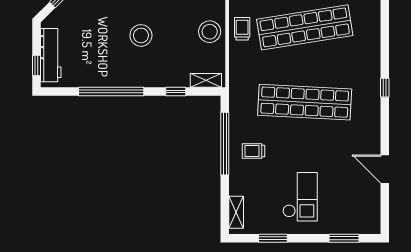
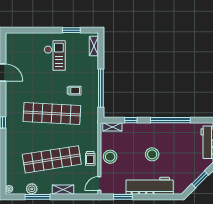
trolley: (254, 151) -> (74, 91), moved
checkout: (300, 197) -> (55, 56), turned 180
window: (344, 238) -> (28, 30), removed

